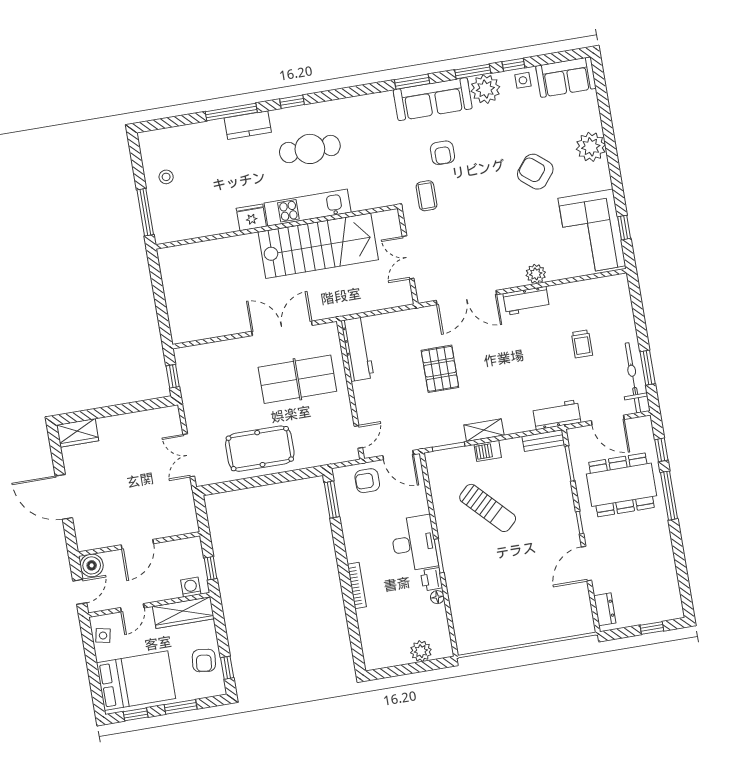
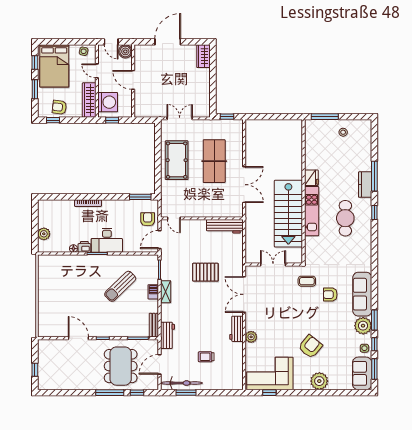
window: (412, 82) -> (374, 369), moved
table tennis table: (297, 379) -> (214, 161), moved
washing machine: (191, 587) -> (108, 102), width x1.89, depth x1.89
dresser: (605, 609) -> (50, 344), removed

